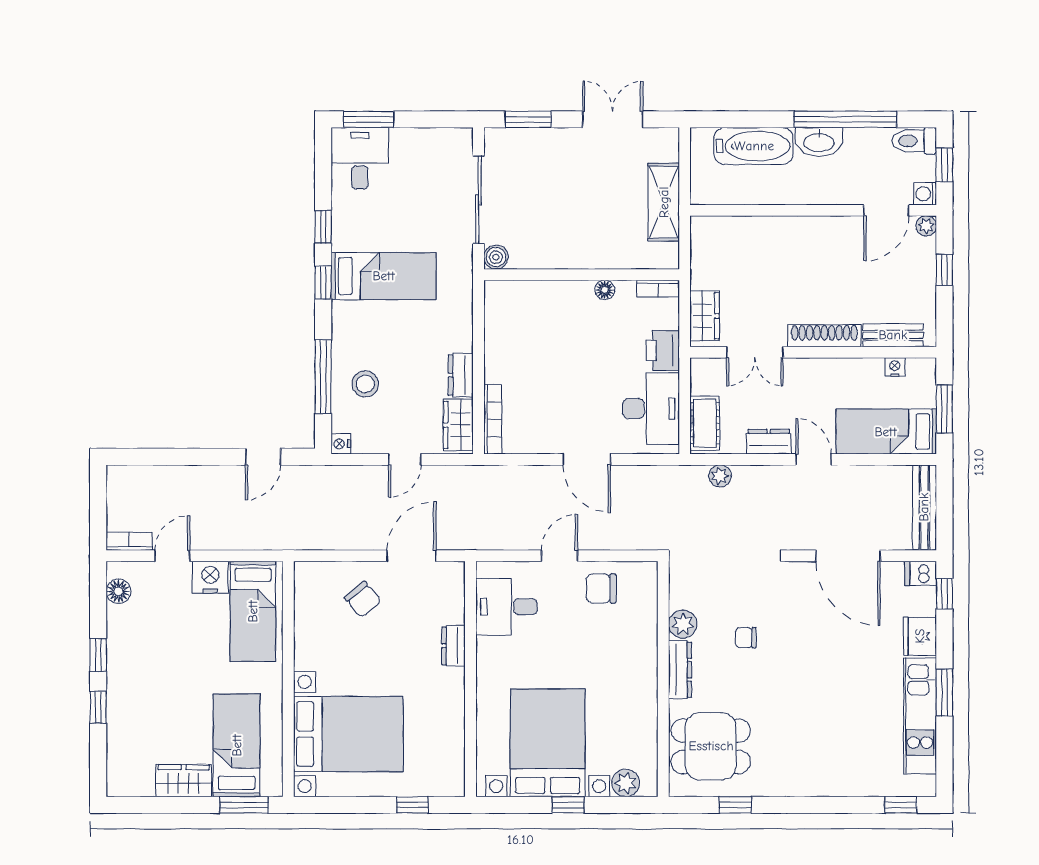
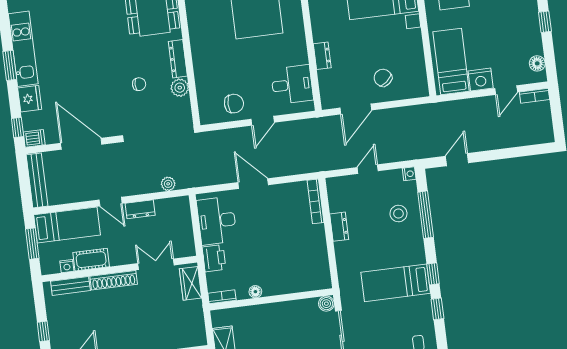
cot: (705, 423) -> (91, 260), moved, turned 90
wardrobe: (458, 425) -> (337, 195), removed

